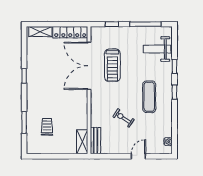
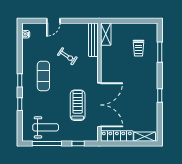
weight bench: (157, 49) -> (46, 127), moved
bench: (95, 141) -> (93, 40), width x1.36

